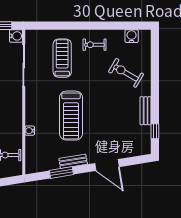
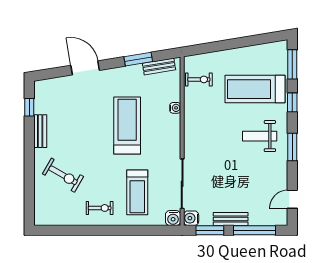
water cooler: (132, 36) -> (173, 218), moved
bench: (73, 161) -> (159, 67), moved

